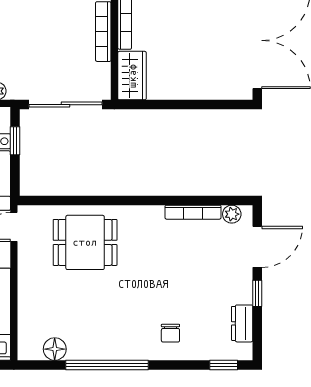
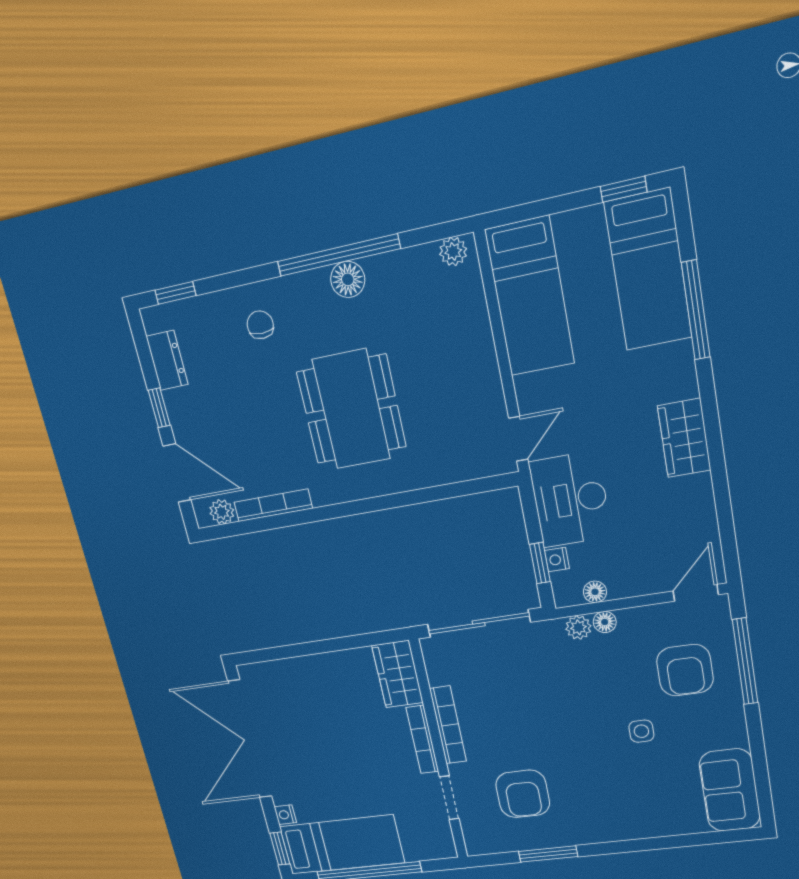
dining table: (85, 242) -> (351, 409), moved, width x1.38
door: (257, 247) -> (177, 473), swing flipped
floor lamp: (55, 349) -> (348, 279), moved
plant: (33, 351) -> (453, 252), added

